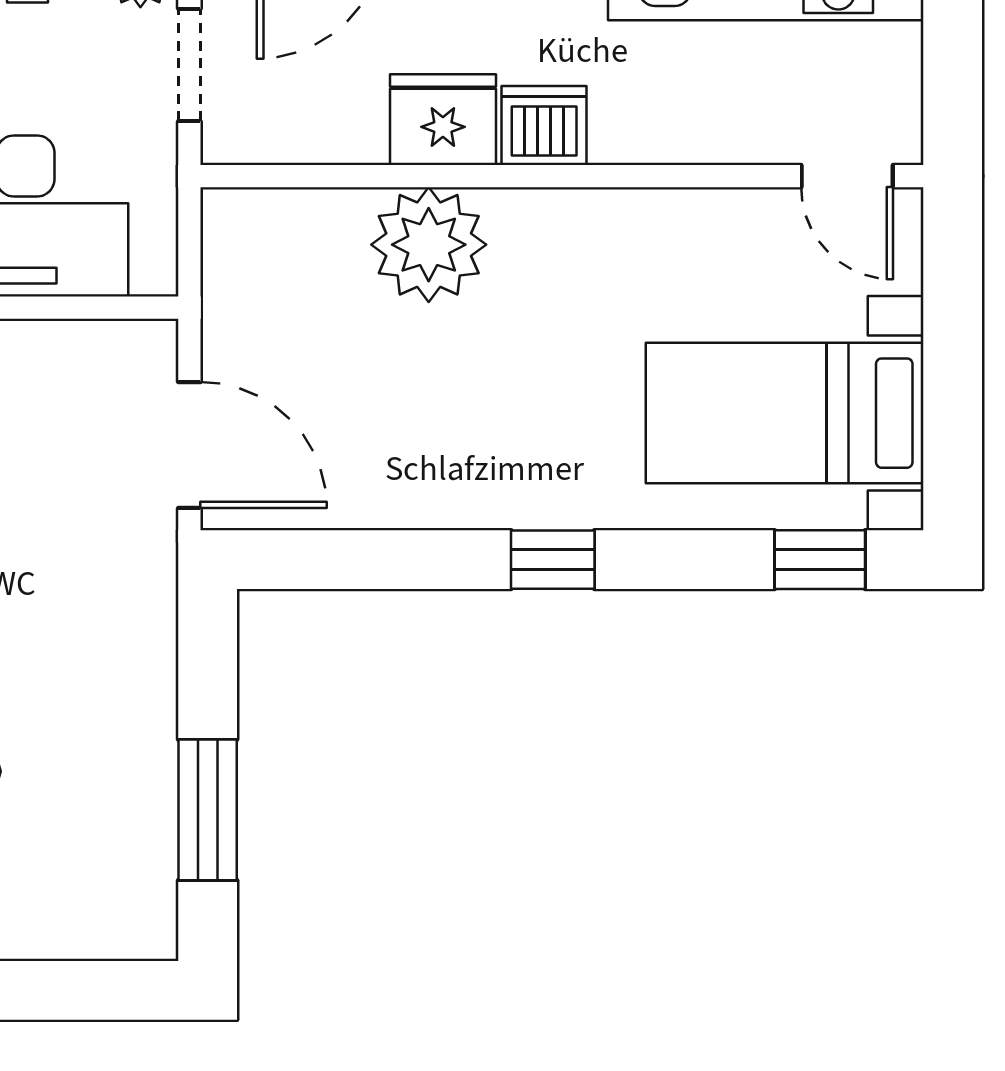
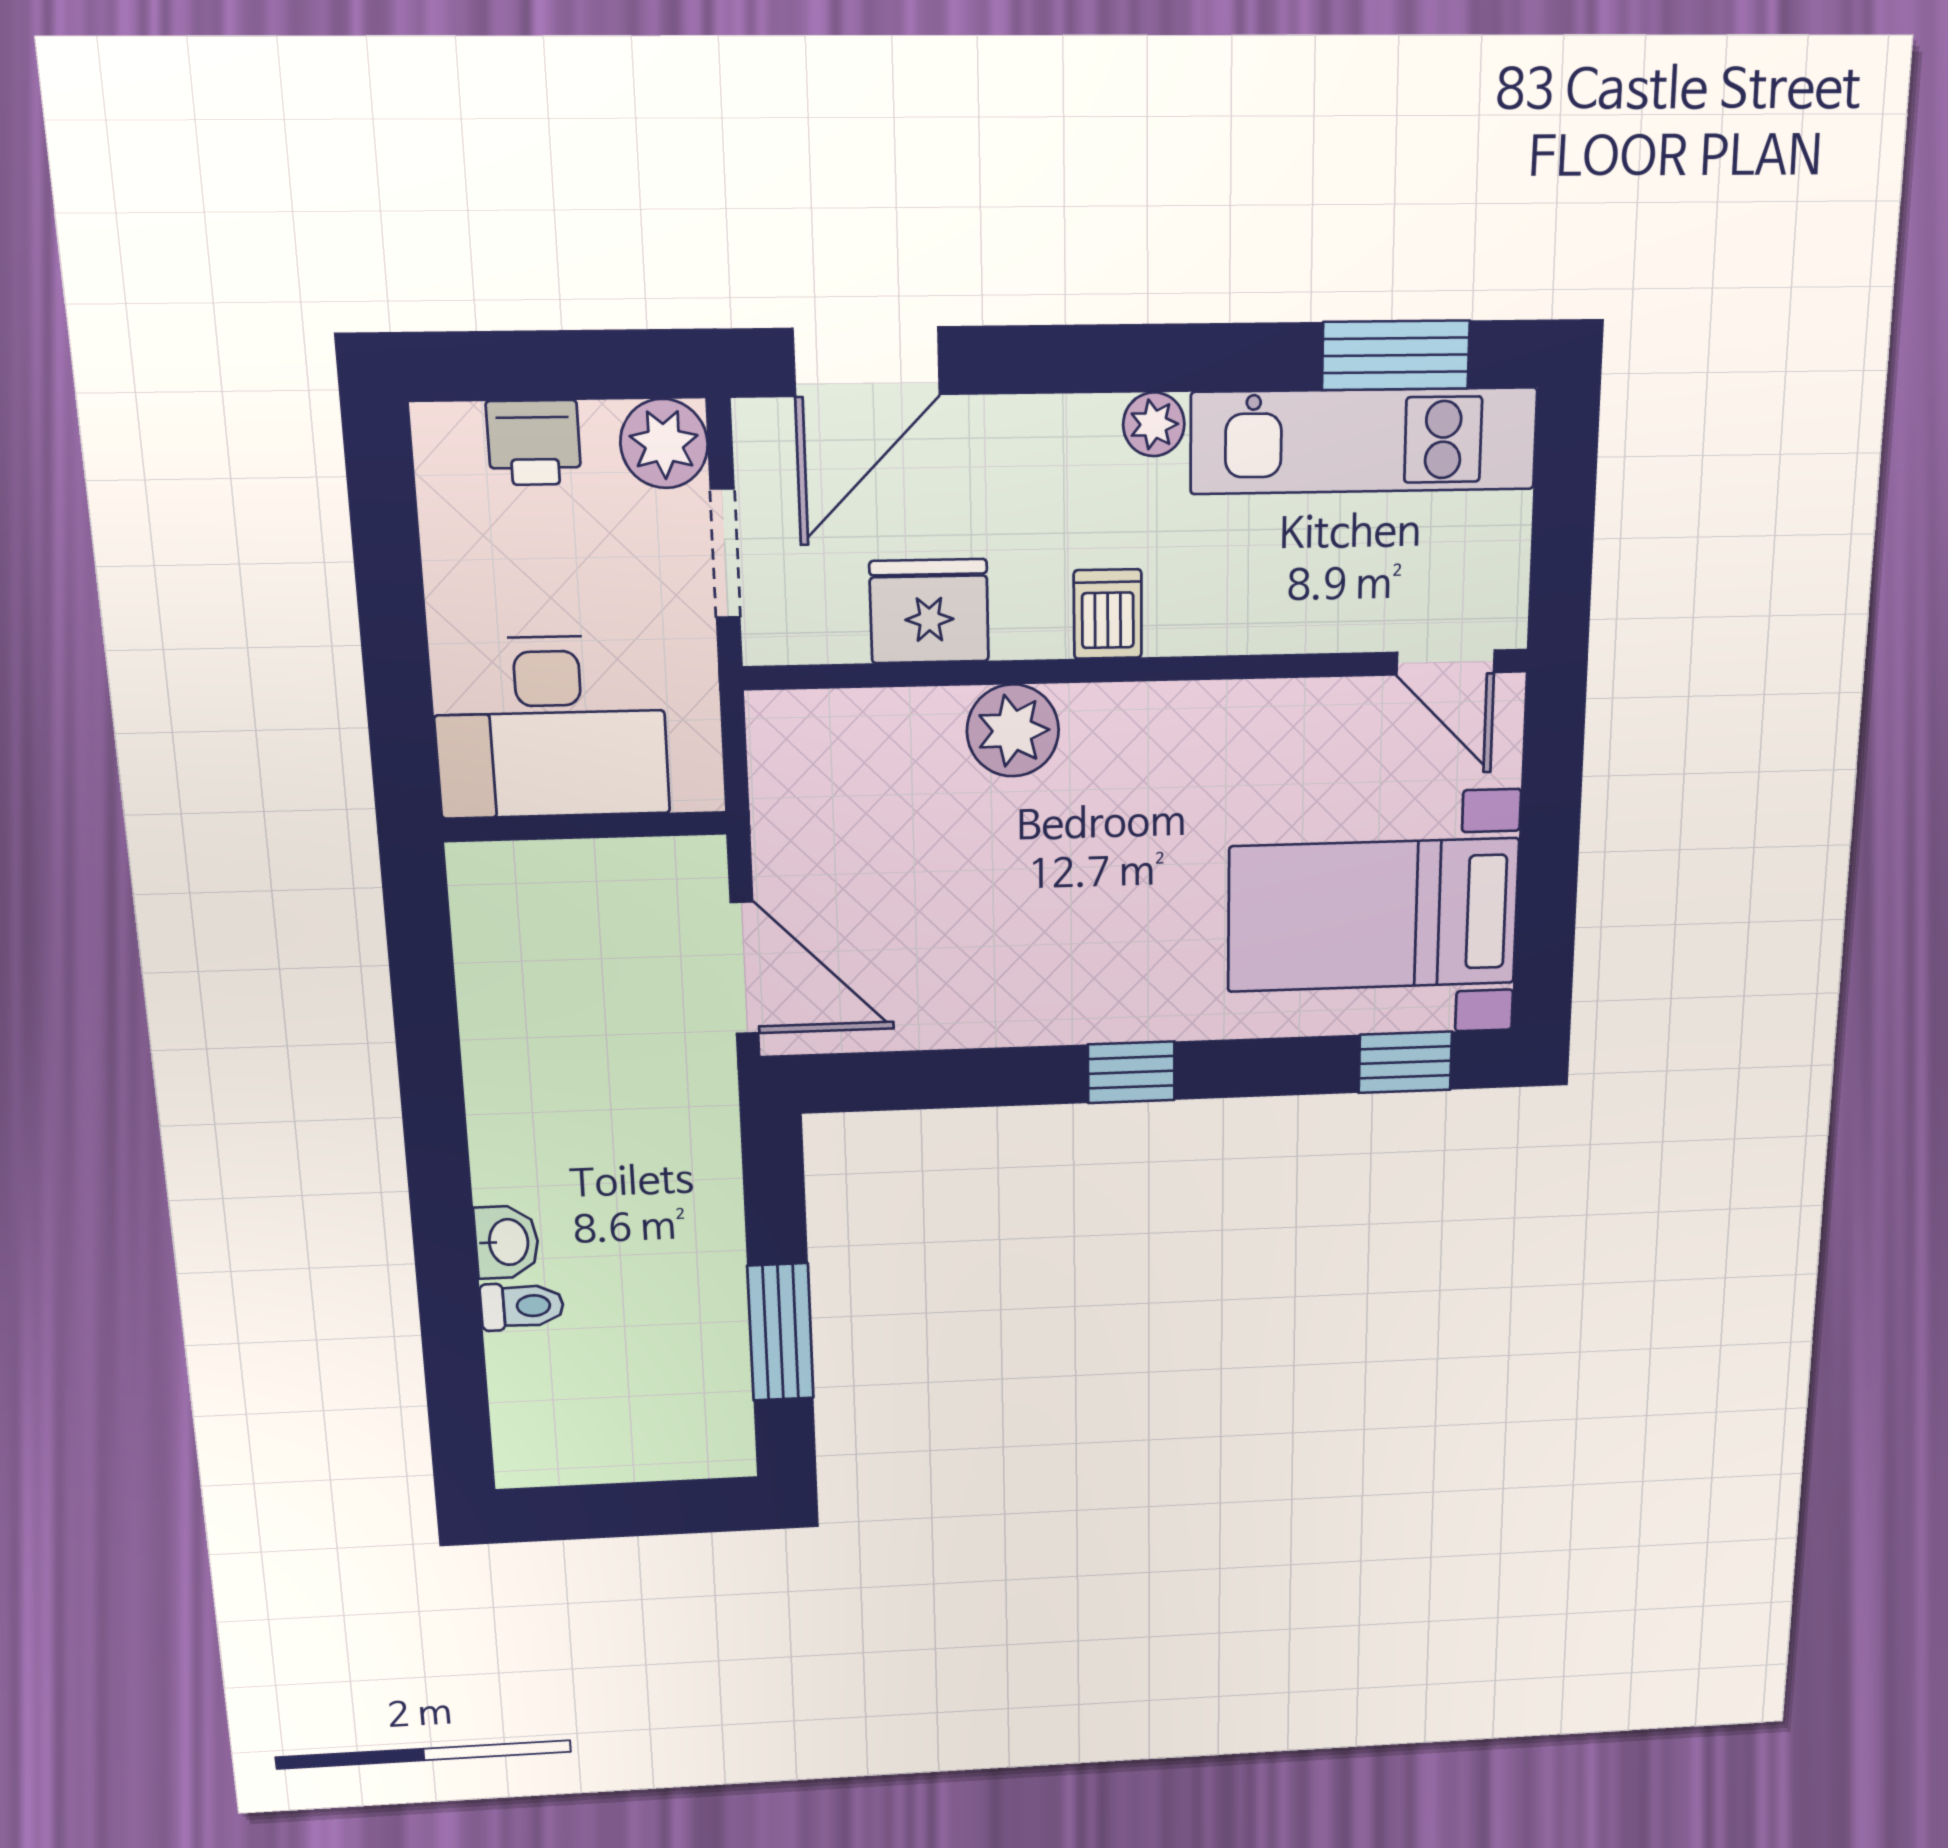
fridge: (443, 120) -> (929, 611), moved
dishwasher: (544, 125) -> (1108, 614), width x0.73
plant: (429, 245) -> (1013, 731), width x0.73, depth x0.73

